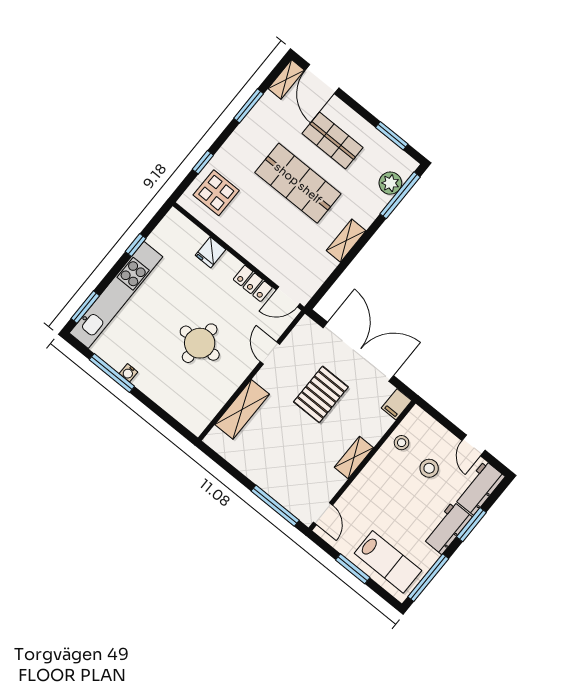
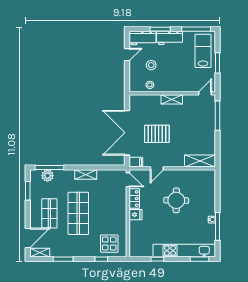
fridge: (210, 252) -> (136, 215), moved
filing cabinet: (397, 404) -> (136, 162), moved
shelving: (242, 409) -> (200, 161), moved

